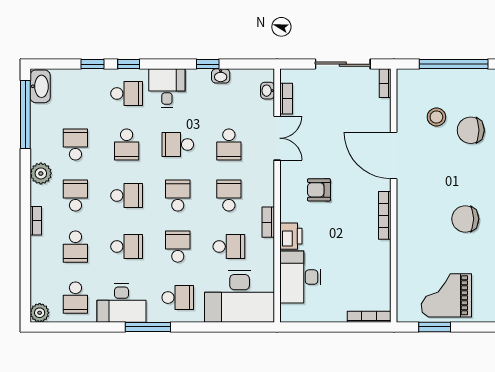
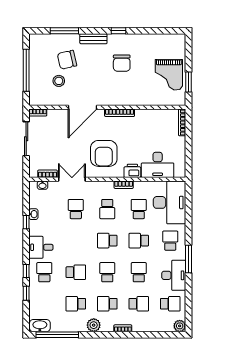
chair: (471, 130) -> (67, 60), turned 77
school desk: (178, 144) -> (76, 241), removed
school desk: (229, 144) -> (76, 209), turned -90
armchair: (319, 190) -> (104, 153), width x1.88, depth x1.88
school desk: (229, 196) -> (107, 209), turned -90

